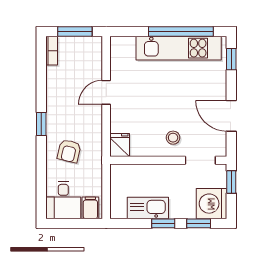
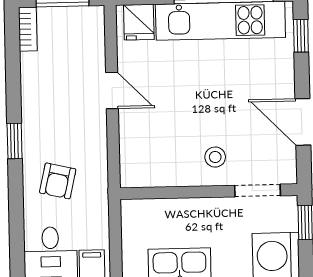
door: (106, 92) -> (112, 91), swing flipped
fridge: (120, 145) -> (139, 22), moved, turned 180

